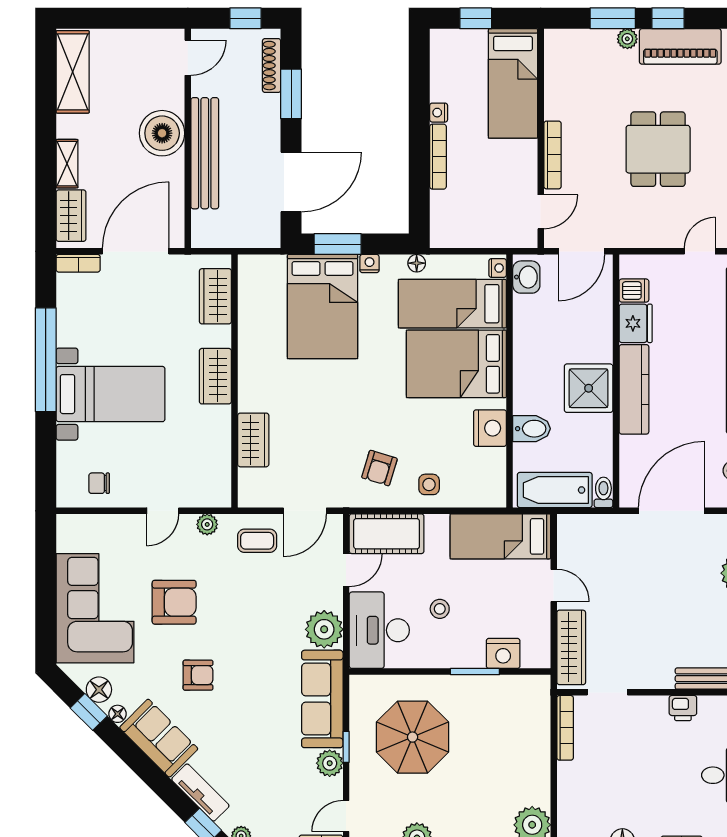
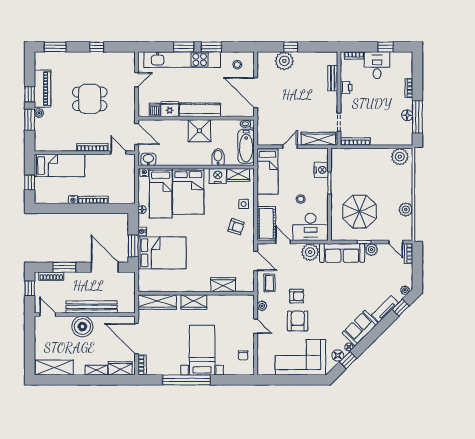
door: (700, 251) -> (137, 80), swing flipped
wardrobe: (215, 296) -> (157, 302), width x1.50
wardrobe: (492, 473) -> (238, 175), added
armchair: (198, 675) -> (297, 296), moved, turned 90

